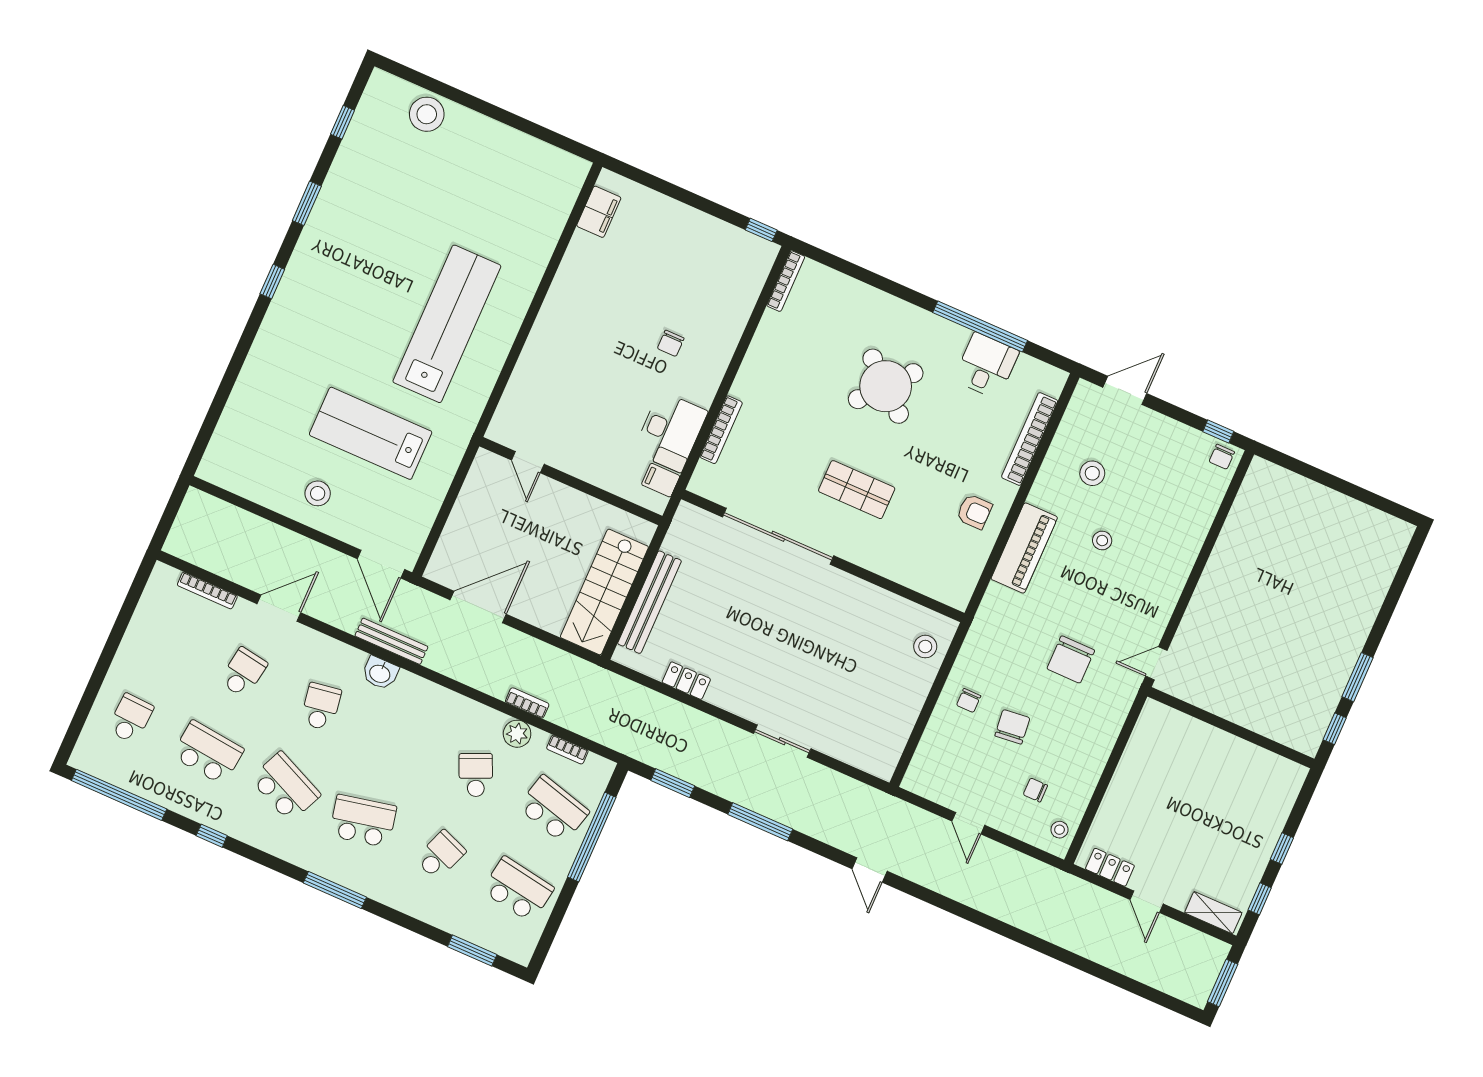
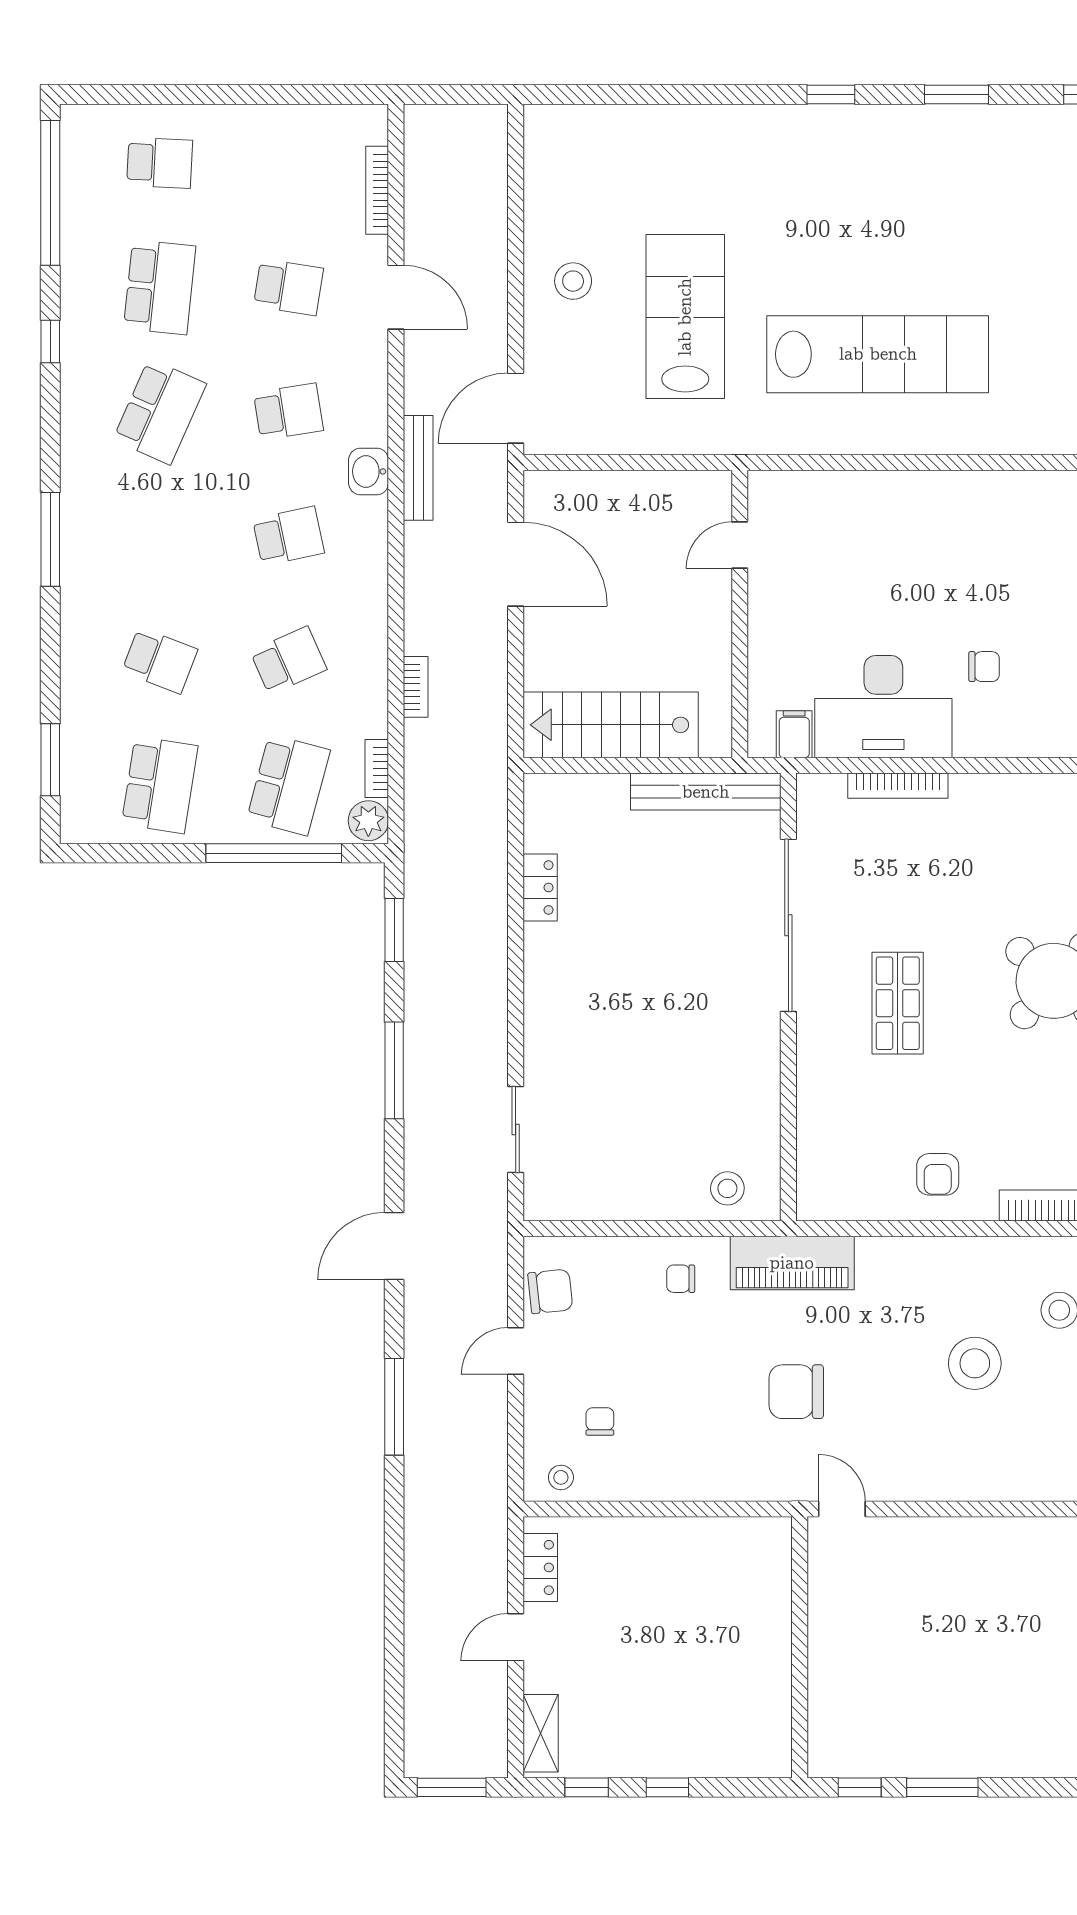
chair: (671, 343) -> (984, 667), turned 180
desk: (670, 432) -> (883, 707), width x1.36, depth x1.30
stool: (1102, 541) -> (975, 1363), width x1.89, depth x1.89
piano: (1024, 548) -> (792, 1263), moved
bench: (649, 602) -> (706, 792), moved
chair: (1012, 727) -> (550, 1291), moved
plant: (517, 734) -> (368, 821), moved
sliding door: (782, 741) -> (516, 1130), moved
school desk: (363, 821) -> (288, 536), moved, width x0.54
door: (870, 870) -> (394, 1246), width x1.37
window: (970, 914) -> (394, 1407), added

